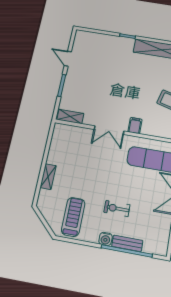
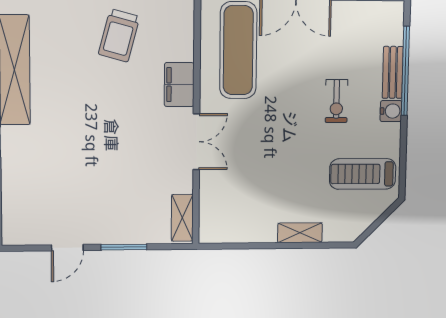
filing cabinet: (135, 126) -> (179, 85), width x2.00

